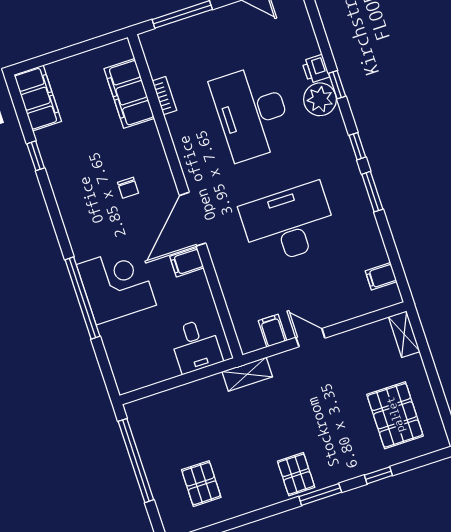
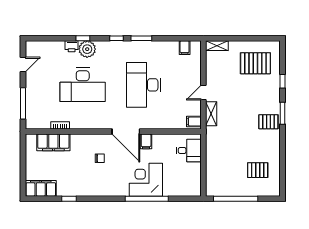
filing cabinet: (273, 331) -> (194, 121), moved
shelving: (247, 374) -> (211, 114), moved

